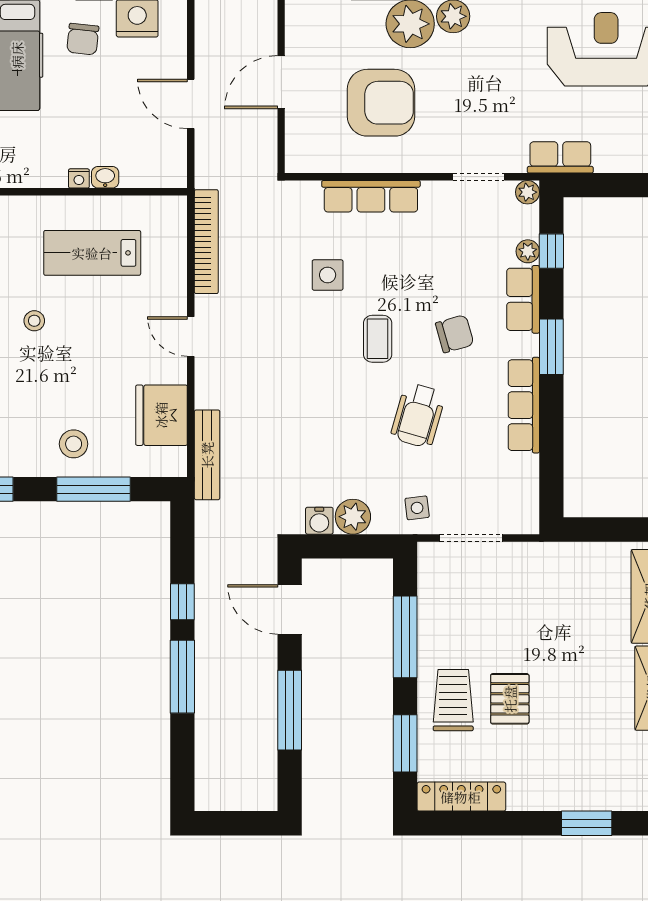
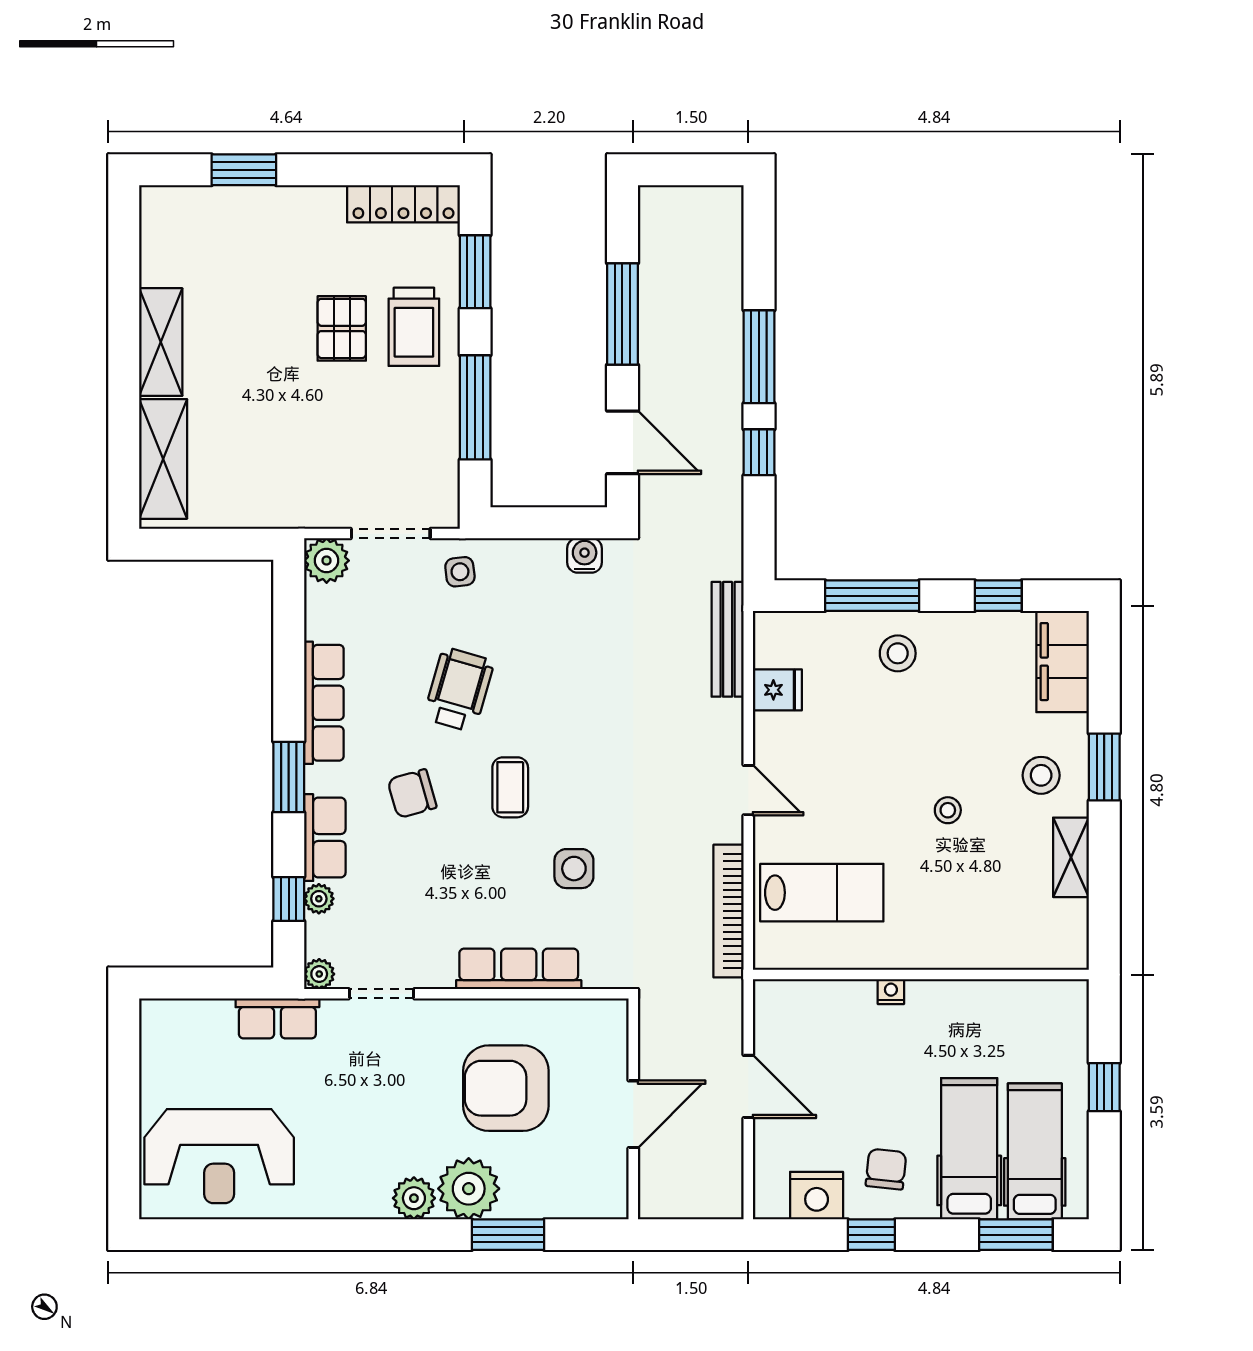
washbasin: (105, 177) -> (857, 993), removed
lab bench: (92, 253) -> (822, 893), moved
fridge: (161, 415) -> (777, 690), width x0.53, depth x0.75
plant: (353, 517) -> (327, 561), moved

